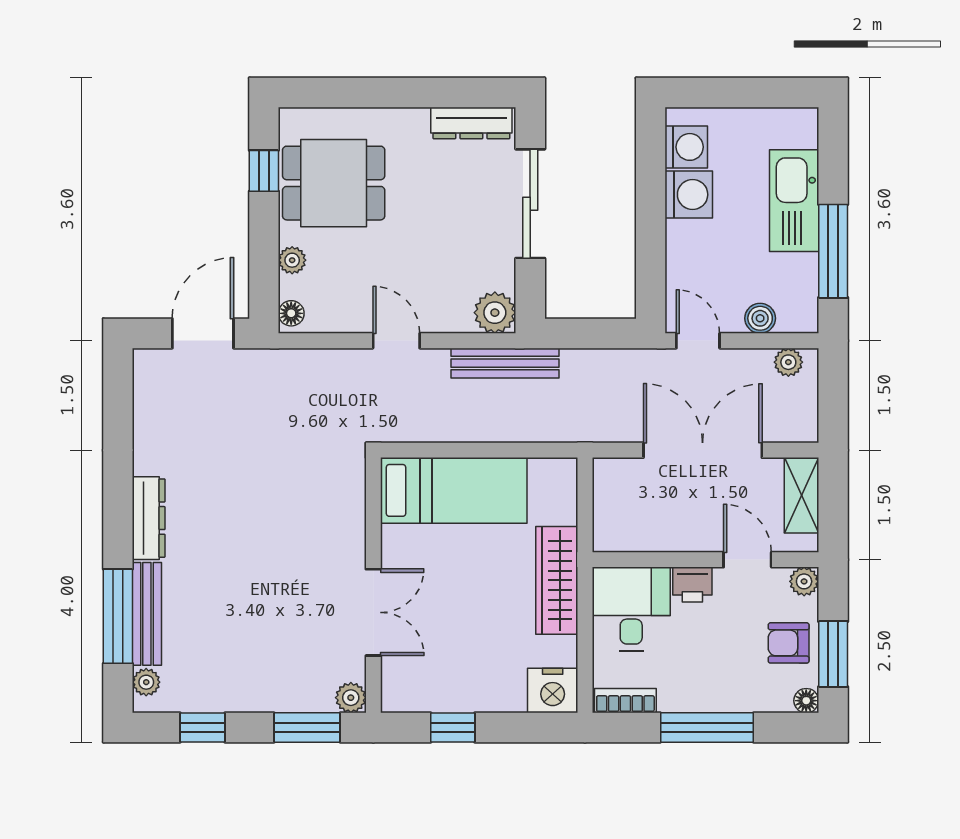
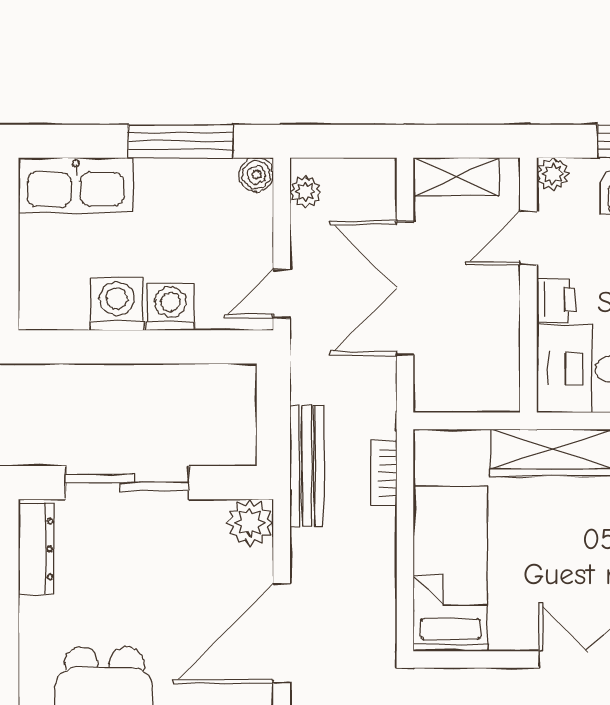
washing machine: (686, 147) -> (170, 307), moved
kitchen sink: (794, 201) -> (76, 185), moved
boiler: (760, 318) -> (256, 175), moved
door: (396, 341) -> (282, 634), width x1.88
bench: (505, 363) -> (307, 466), moved
bookcase: (539, 431) -> (384, 472), added

